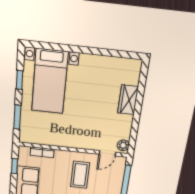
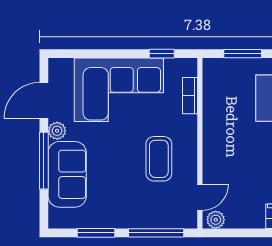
door: (107, 153) -> (200, 197), swing flipped
coffee table: (80, 175) -> (159, 159), turned 90

